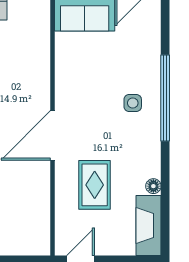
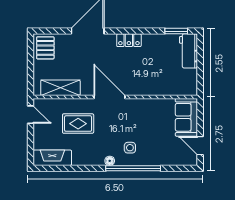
floor lamp: (153, 186) -> (110, 161), moved
shelving: (38, 213) -> (60, 88), added

